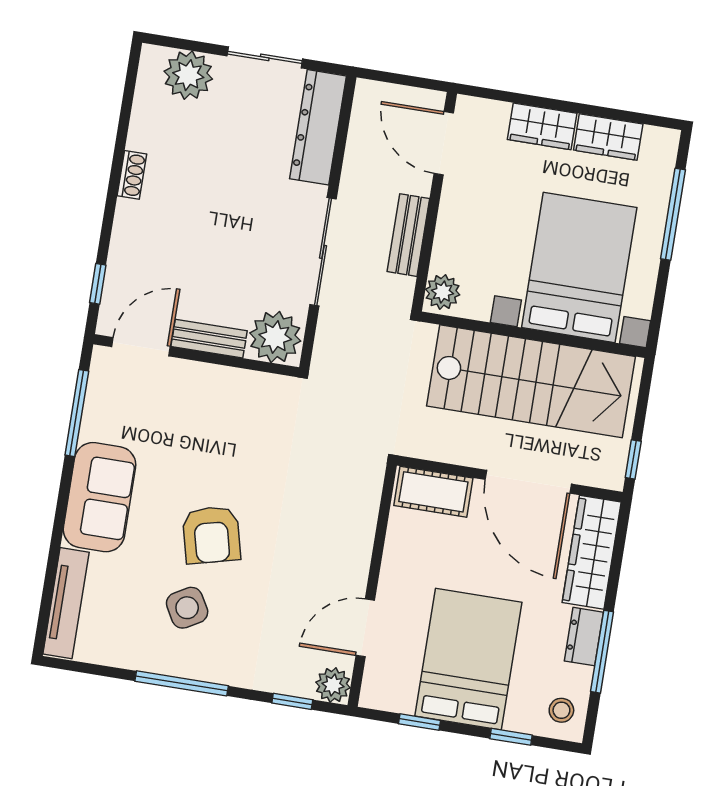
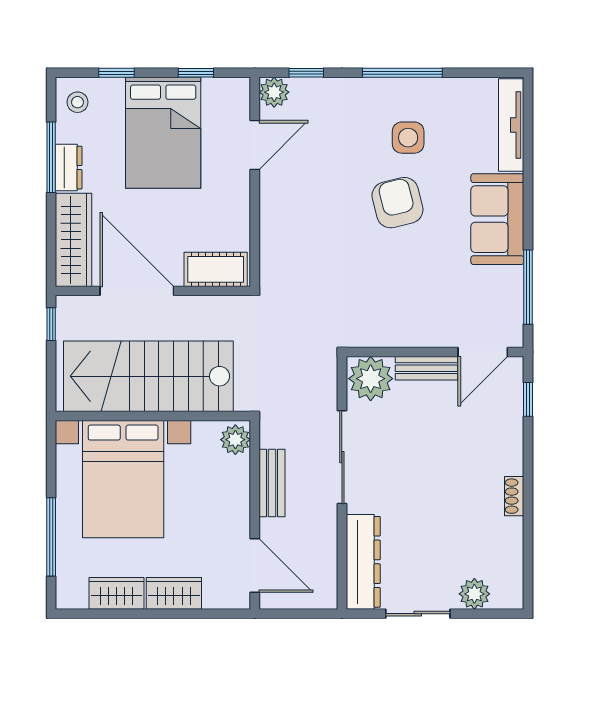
plant: (188, 75) -> (474, 594), width x0.73, depth x0.73
side table: (187, 608) -> (408, 138), turned 30

